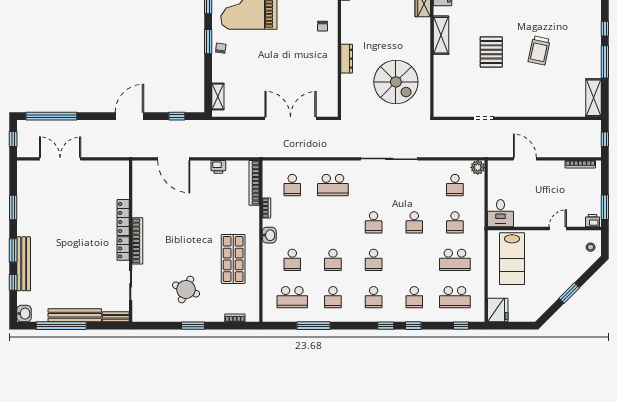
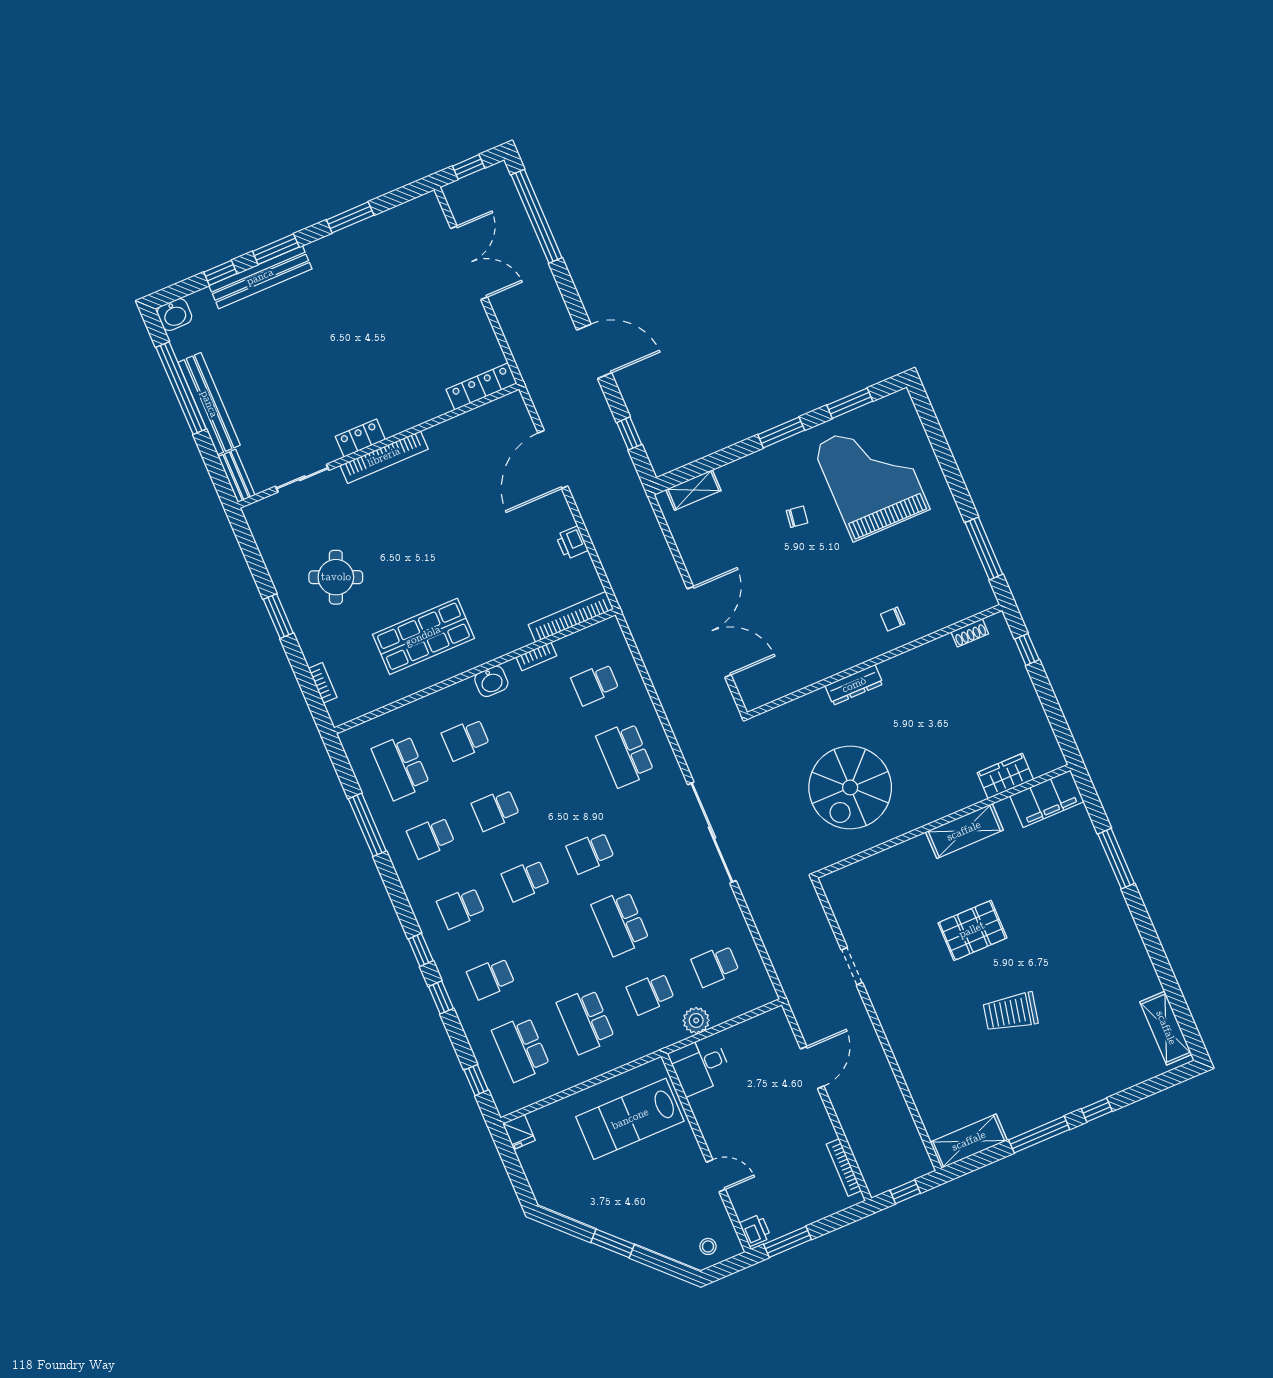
chair: (221, 48) -> (797, 517), moved
plant: (478, 167) -> (696, 1020), moved
locker: (123, 218) -> (482, 386), moved
school desk: (414, 222) -> (620, 923), width x1.85
fridge: (498, 310) -> (519, 1132), width x0.53, depth x0.75

